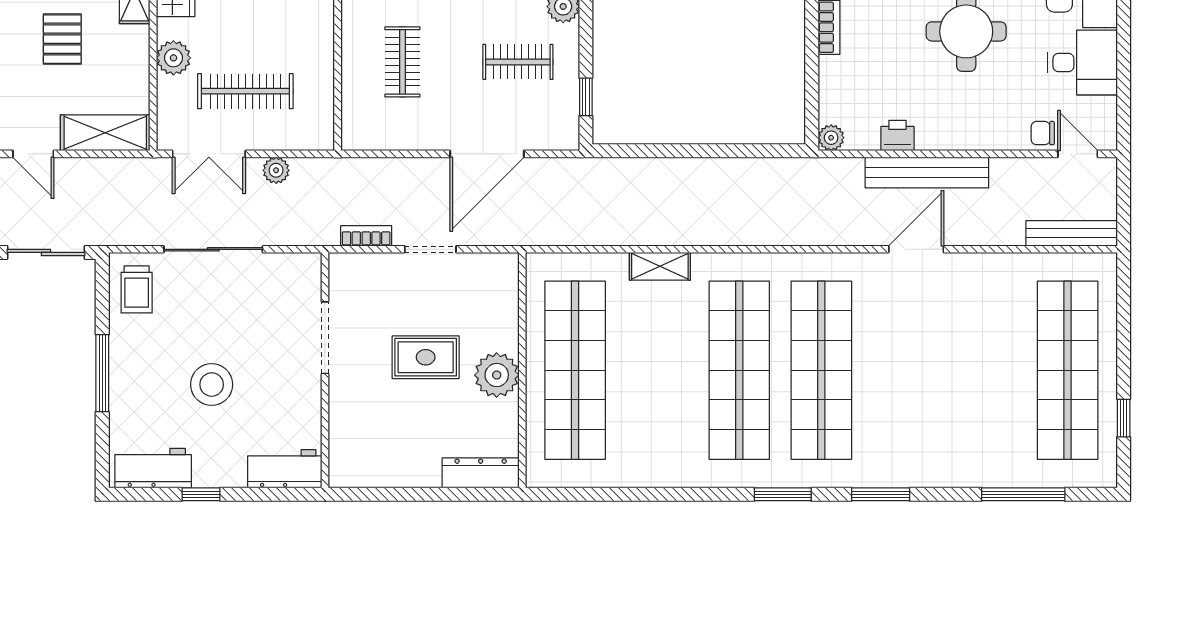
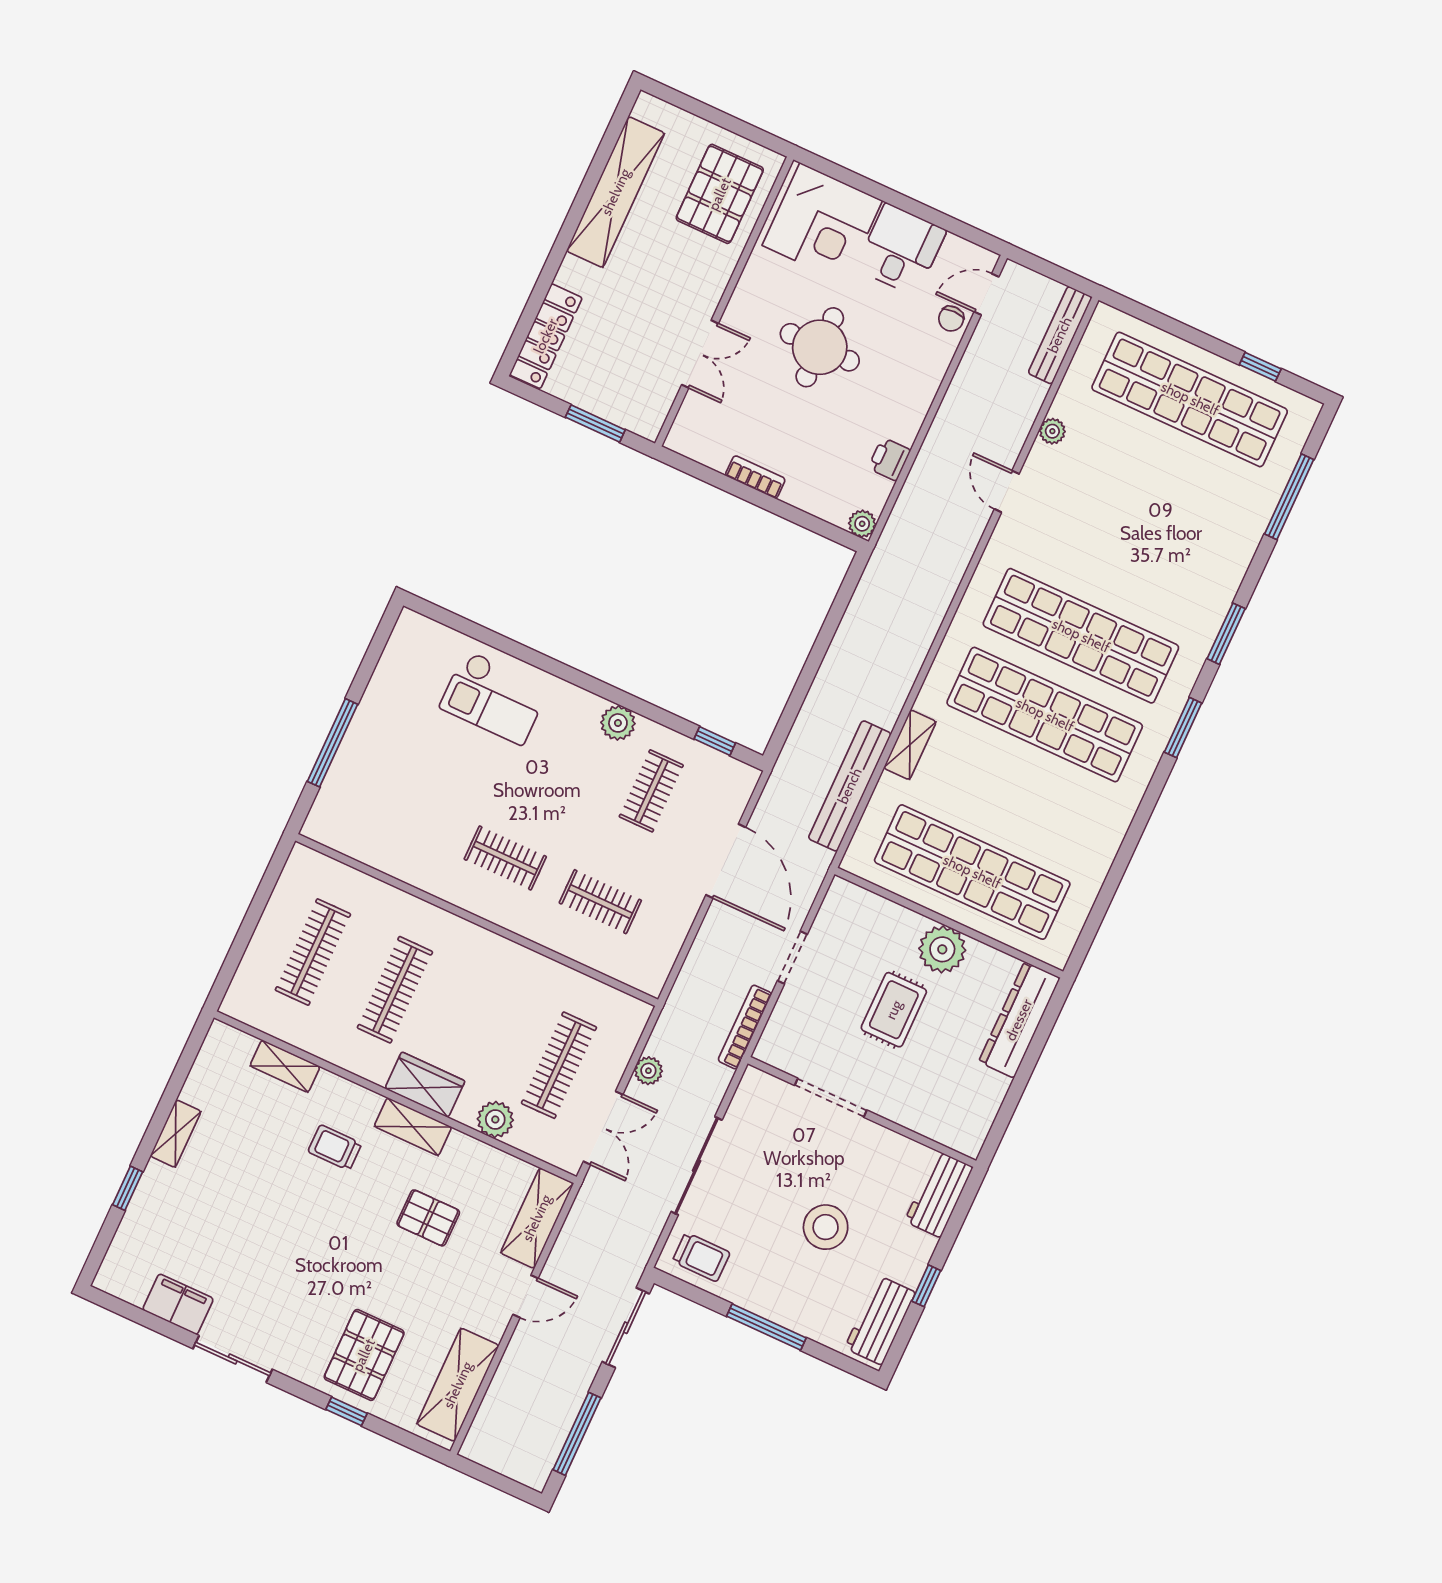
bench: (927, 172) -> (850, 786), moved
bookcase: (366, 236) -> (745, 1027), width x1.56
door: (916, 249) -> (1007, 491), width x0.73
plant: (986, 265) -> (1052, 431), added
dresser: (481, 473) -> (1019, 1020), width x1.37, depth x1.24

